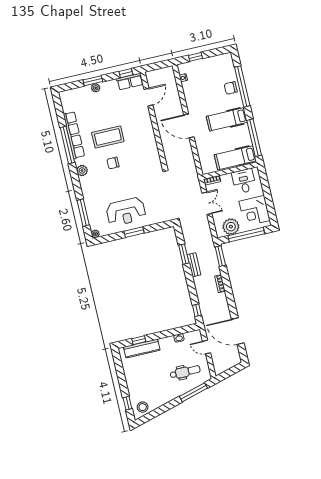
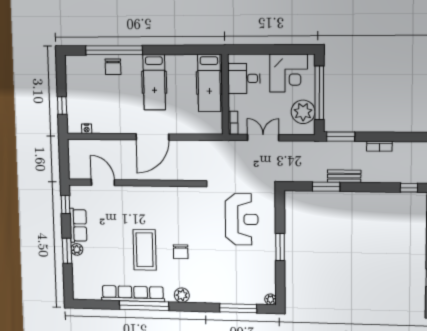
row of seats: (130, 82) -> (78, 225), moved
window: (254, 138) -> (187, 50), removed
reception desk: (126, 212) -> (242, 219), moved

